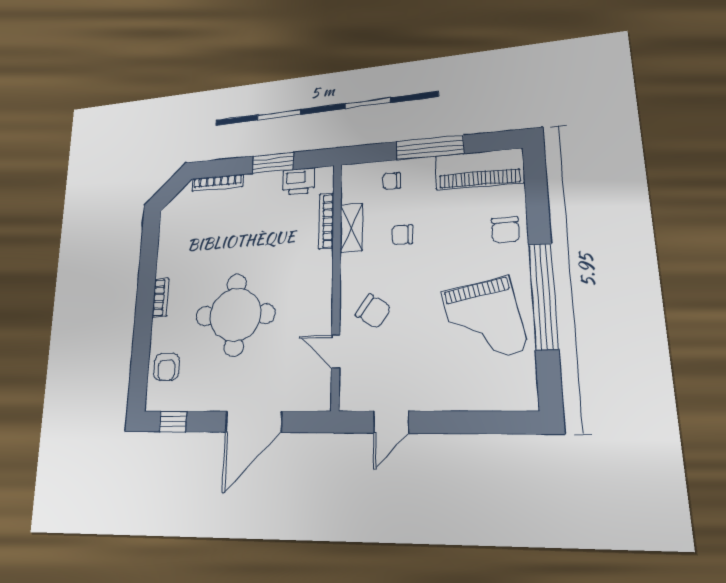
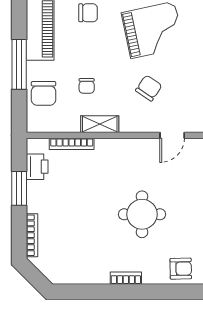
chair: (392, 181) -> (43, 93), width x1.87, depth x1.87
shelving: (351, 228) -> (100, 124), moved
chair: (373, 311) -> (149, 88), moved
round table: (235, 315) -> (142, 214), width x0.73, depth x0.73

